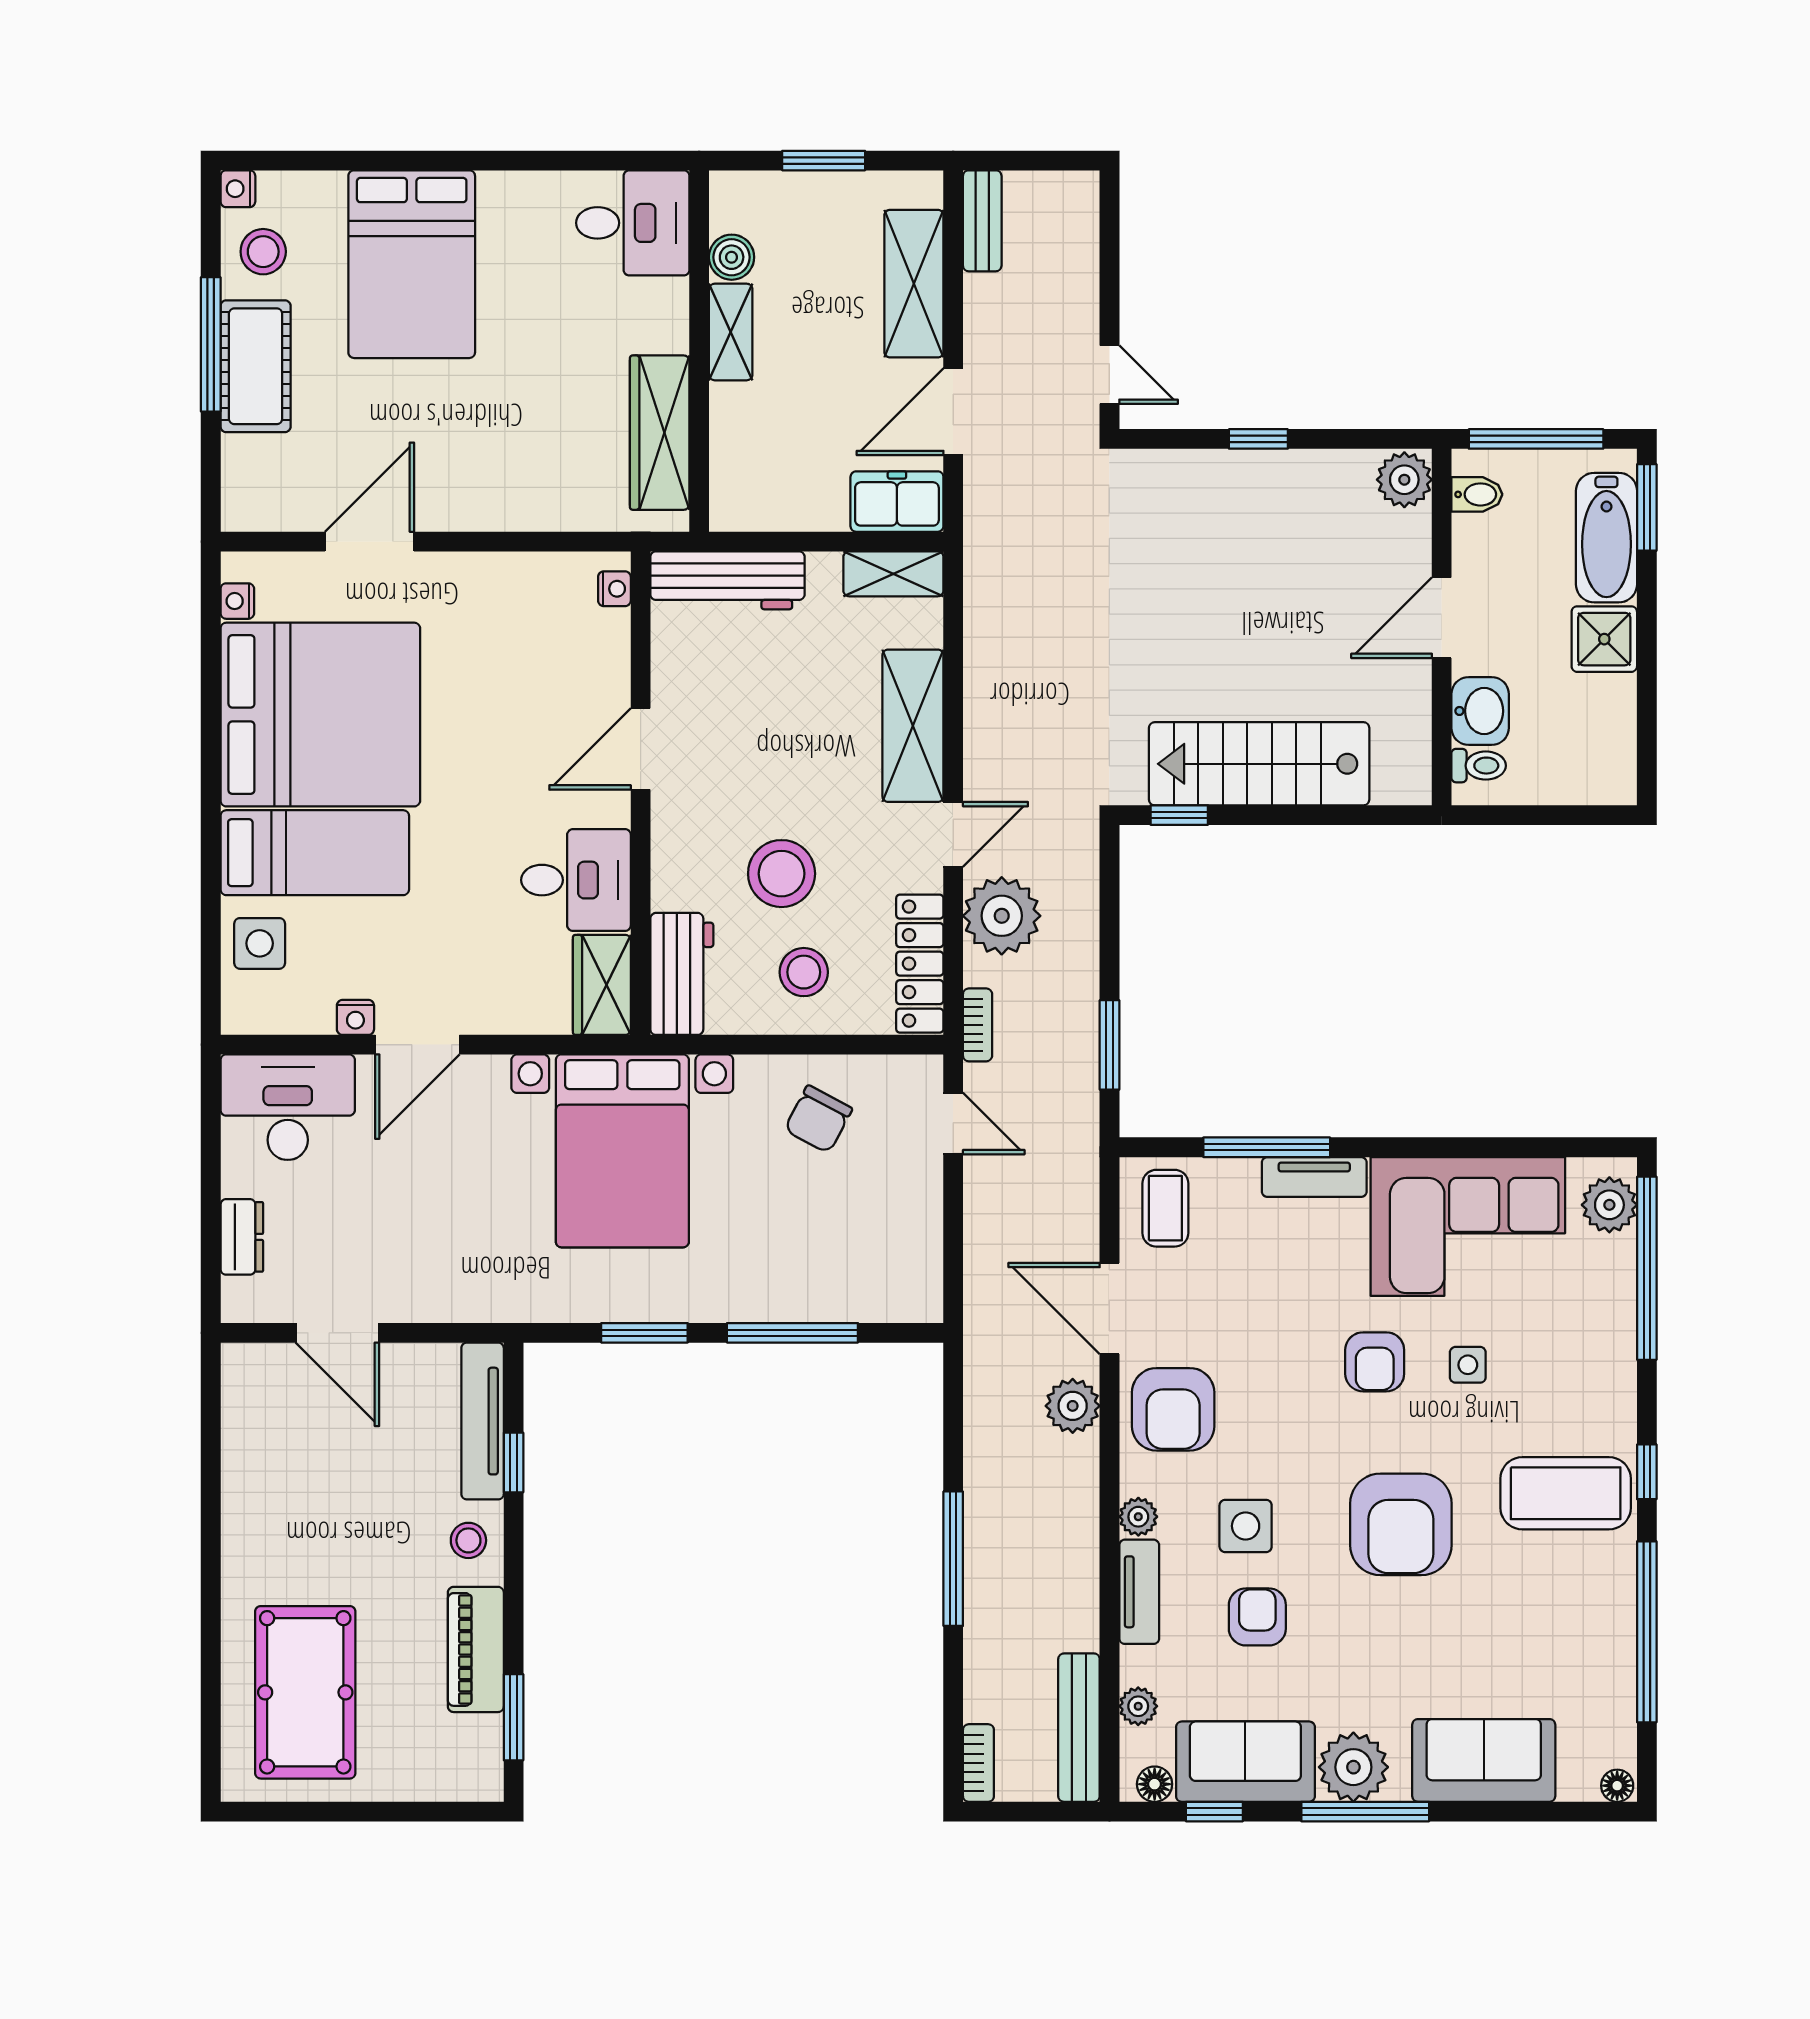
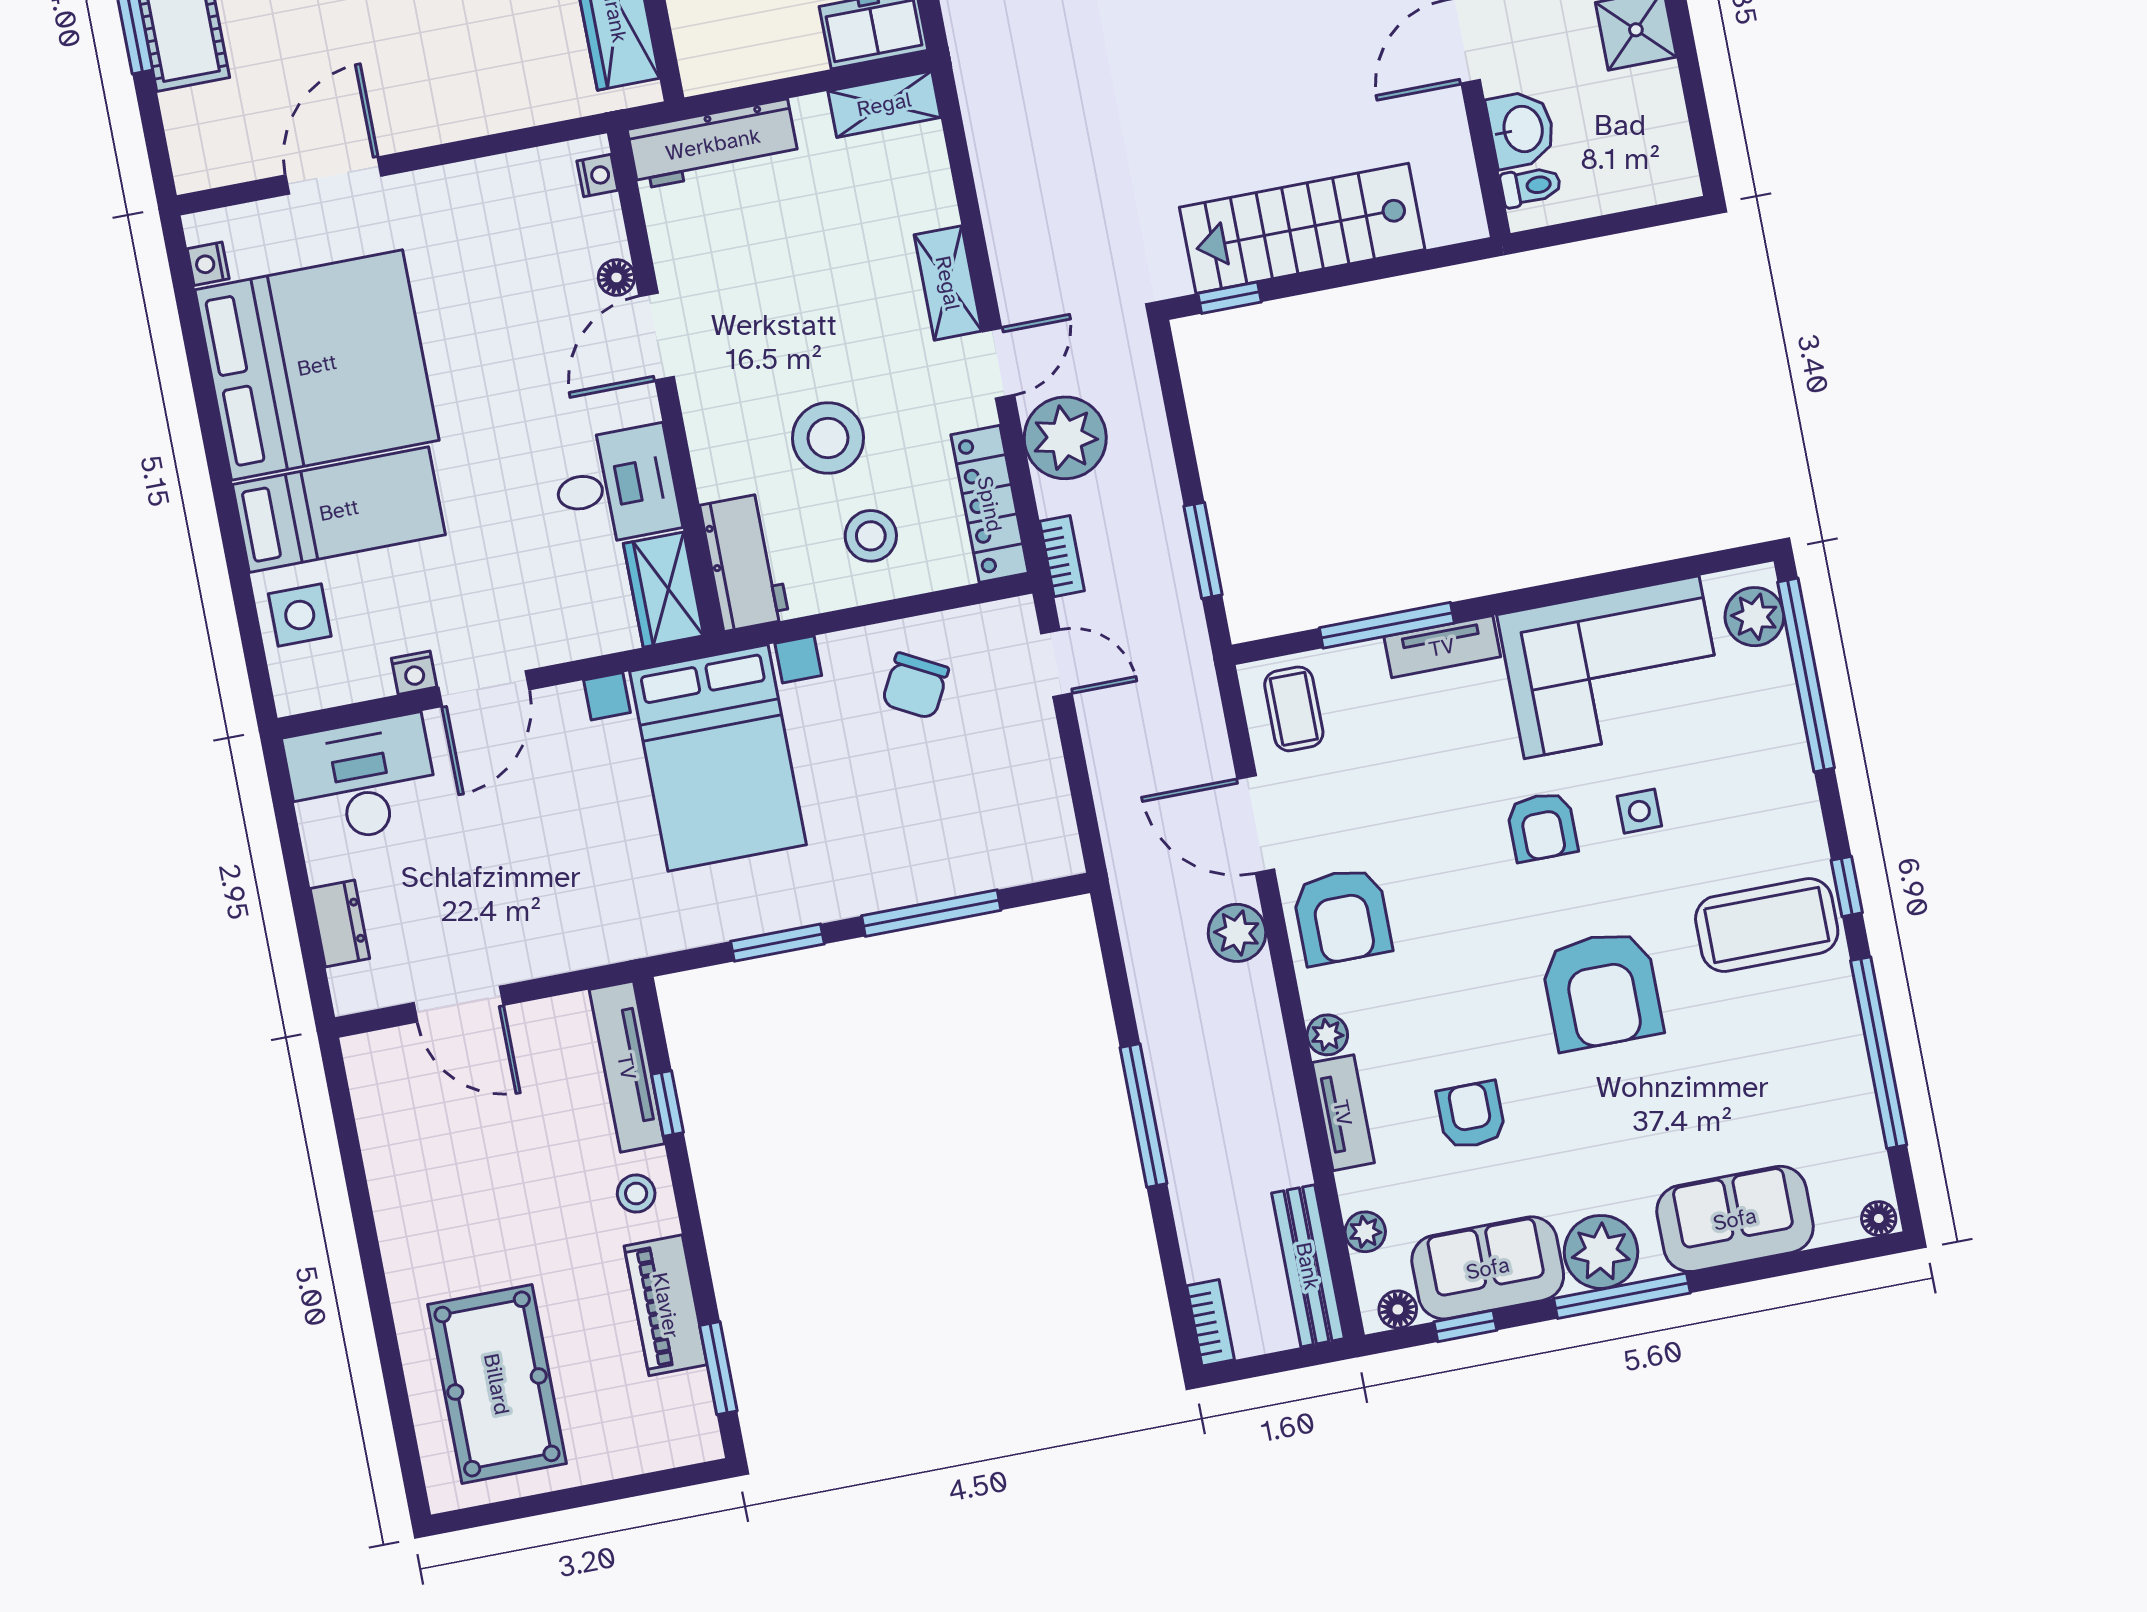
floor lamp: (614, 687) -> (616, 277), added
shelving: (913, 726) -> (948, 283), width x0.67, depth x0.75
side table: (1246, 1526) -> (1441, 1023), removed

